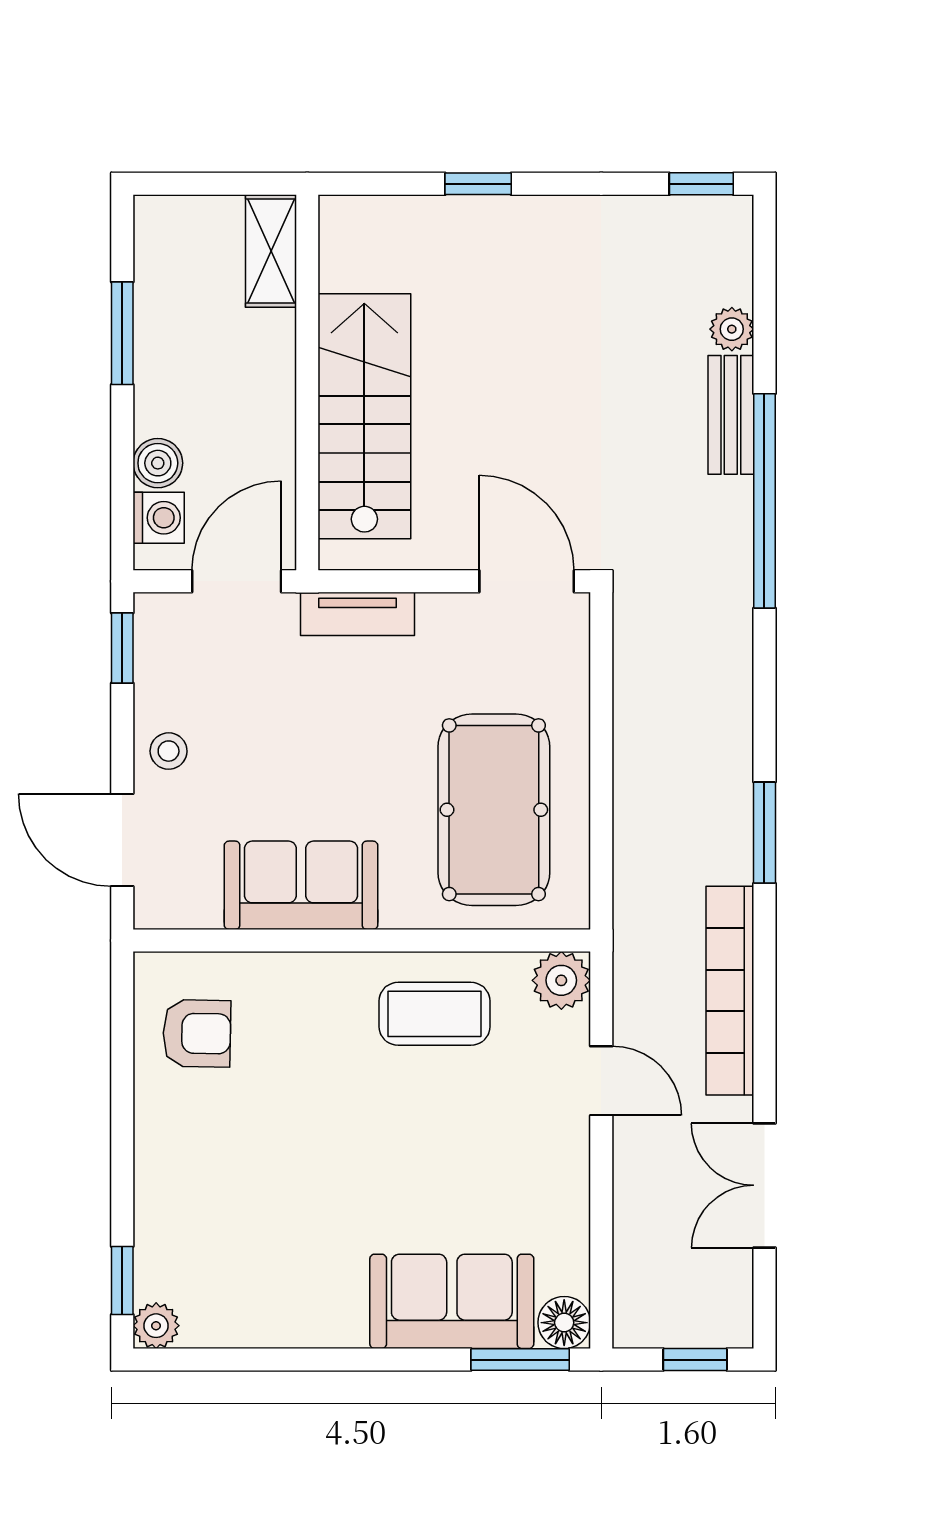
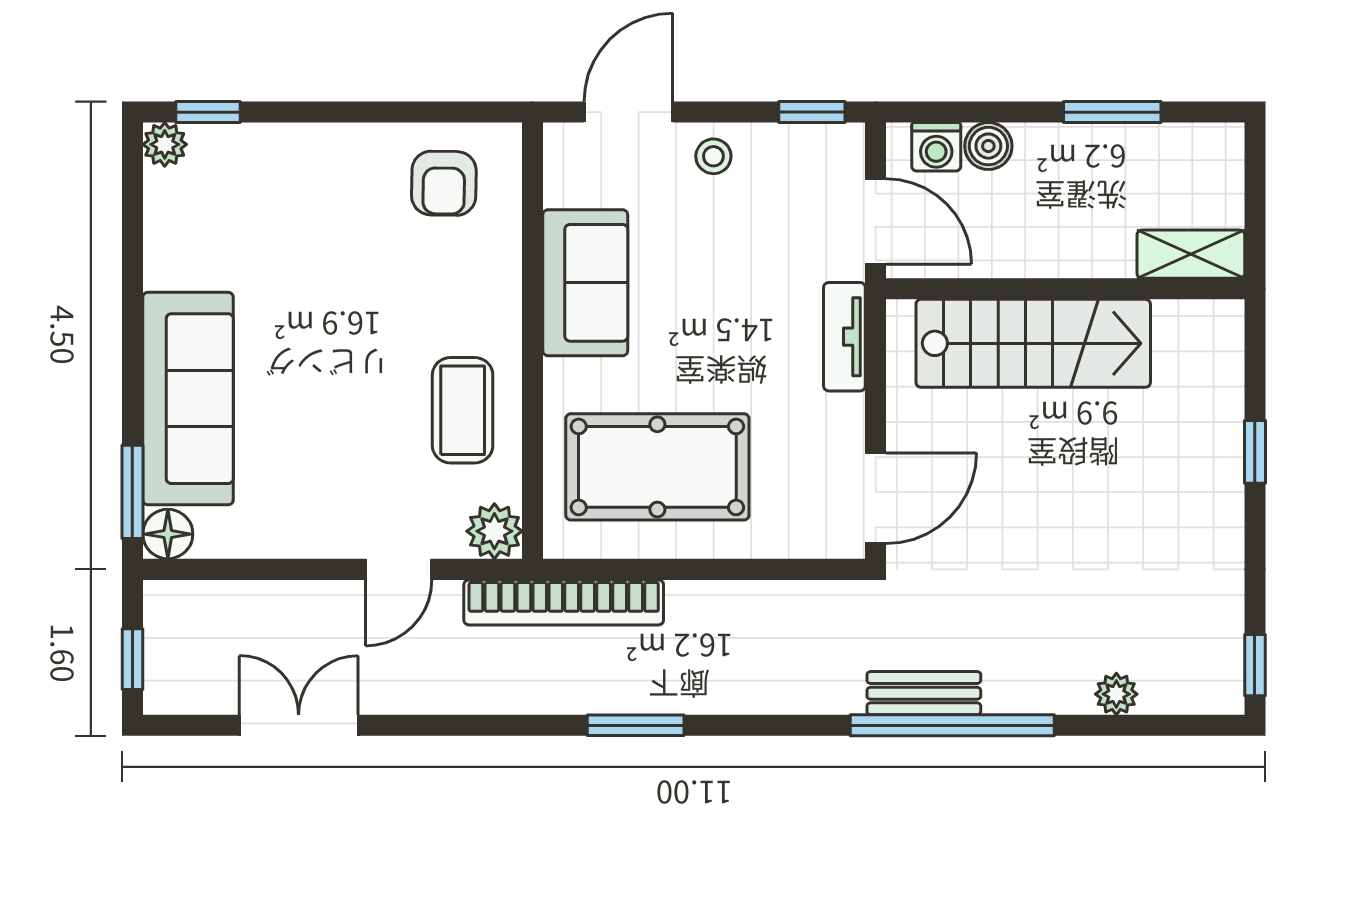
bench: (731, 415) -> (924, 693), moved
bookcase: (730, 991) -> (564, 602), moved, turned 180
sofa: (452, 1301) -> (188, 399), width x1.36

